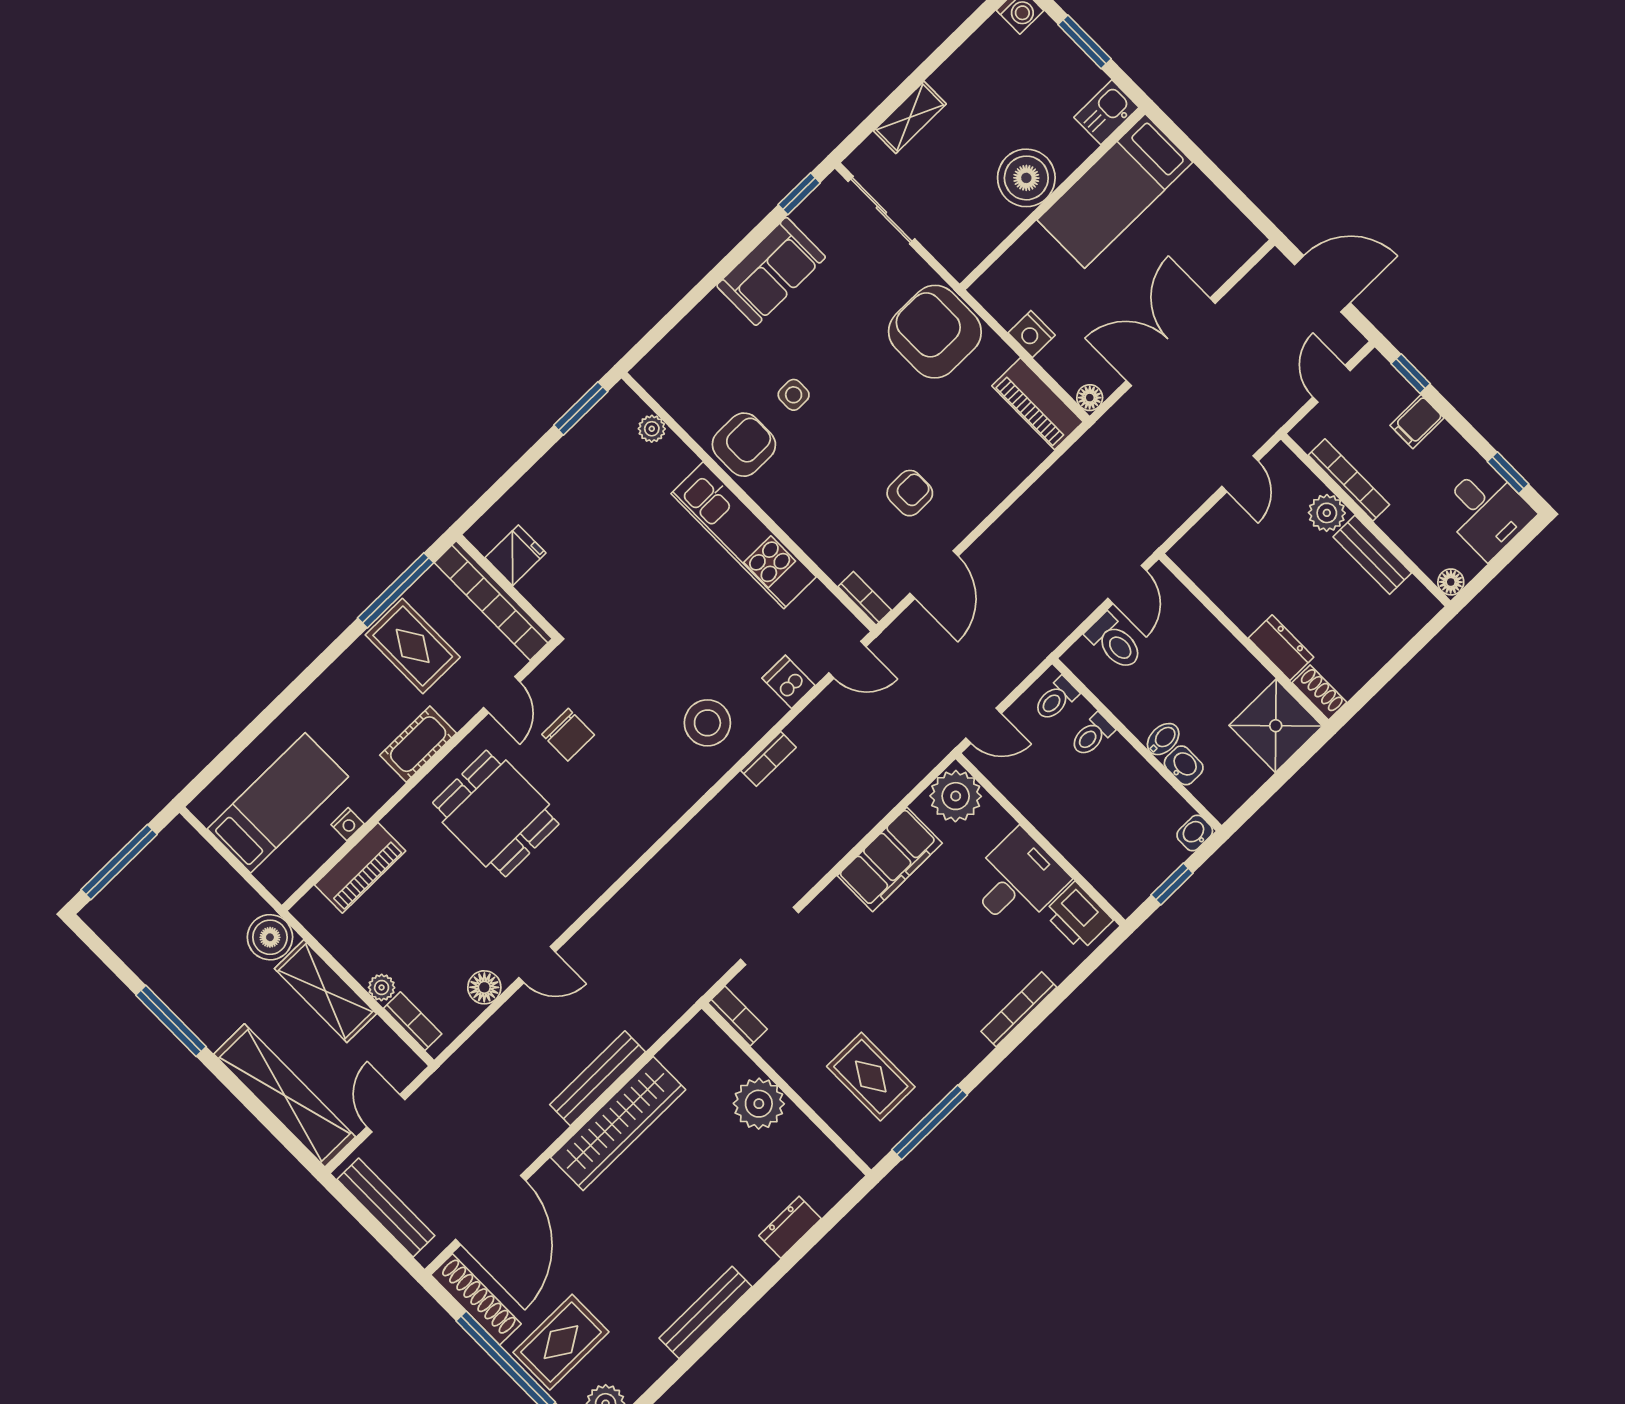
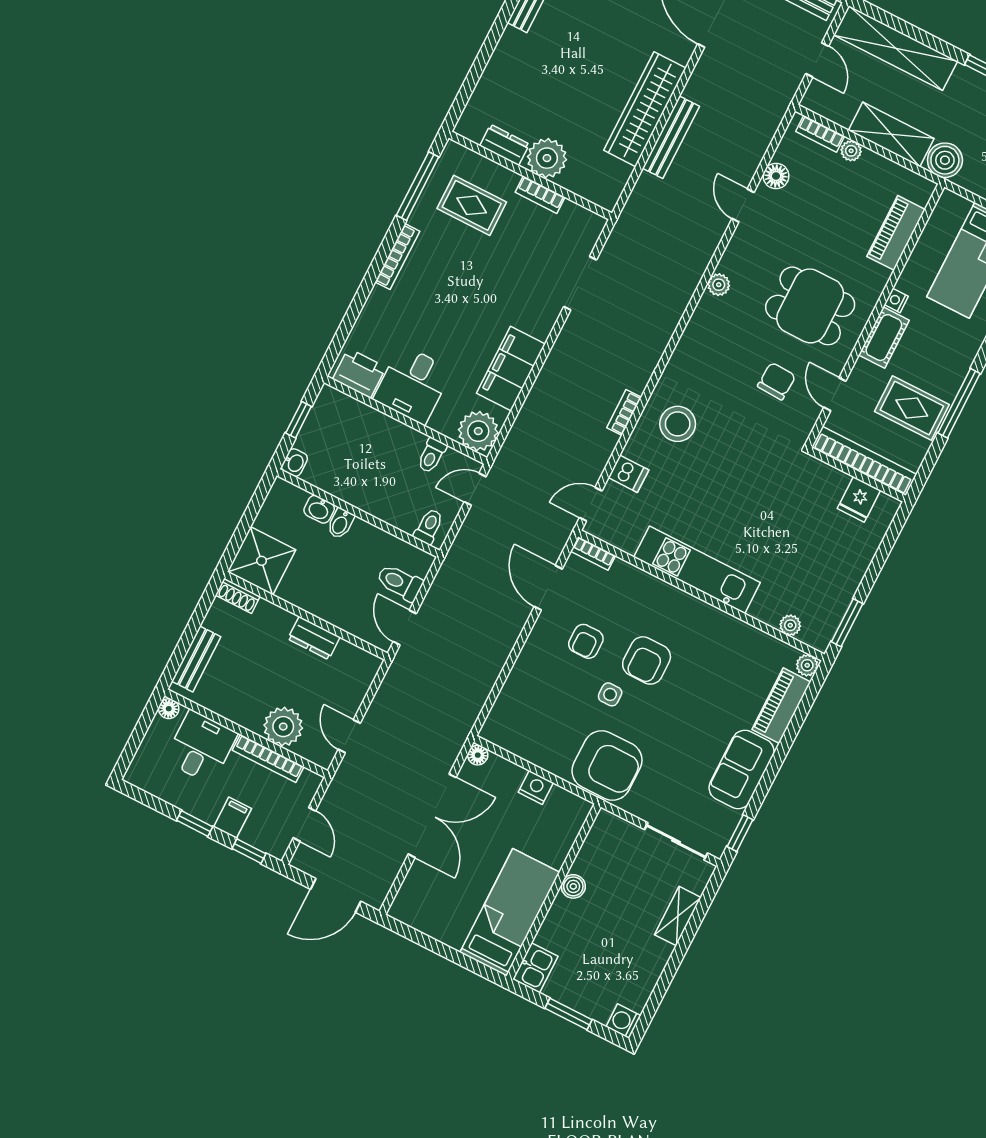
boiler: (1026, 178) -> (573, 886), width x0.54, depth x0.54
plant: (647, 373) -> (807, 665), added
side table: (794, 395) -> (610, 694), moved
piano: (1038, 404) -> (781, 706), moved, turned -90
armchair: (744, 445) -> (647, 660), moved
window: (1508, 473) -> (195, 824), moved
desk: (1486, 511) -> (201, 747), moved, turned 90
plant: (1327, 513) -> (283, 727), width x1.36, depth x1.36
bench: (1372, 555) -> (196, 659), moved, turned 90
window: (396, 590) -> (959, 403), moved
dresser: (1281, 648) -> (314, 638), moved
chair: (568, 735) -> (777, 381), turned 93
toilet: (1092, 735) -> (432, 455), moved, turned 180
nightstand: (348, 824) -> (896, 300), moved
plant: (600, 877) -> (719, 285), added
door: (537, 965) -> (743, 205), hinge flipped
bookcase: (1019, 1009) -> (397, 257), moved
bookcase: (738, 1016) -> (540, 195), moved
dresser: (790, 1227) -> (505, 145), moved, turned -90

